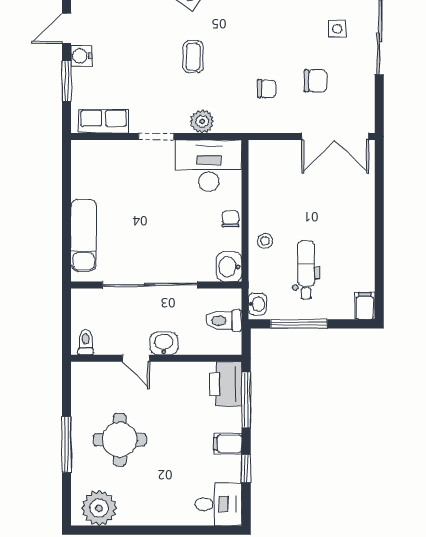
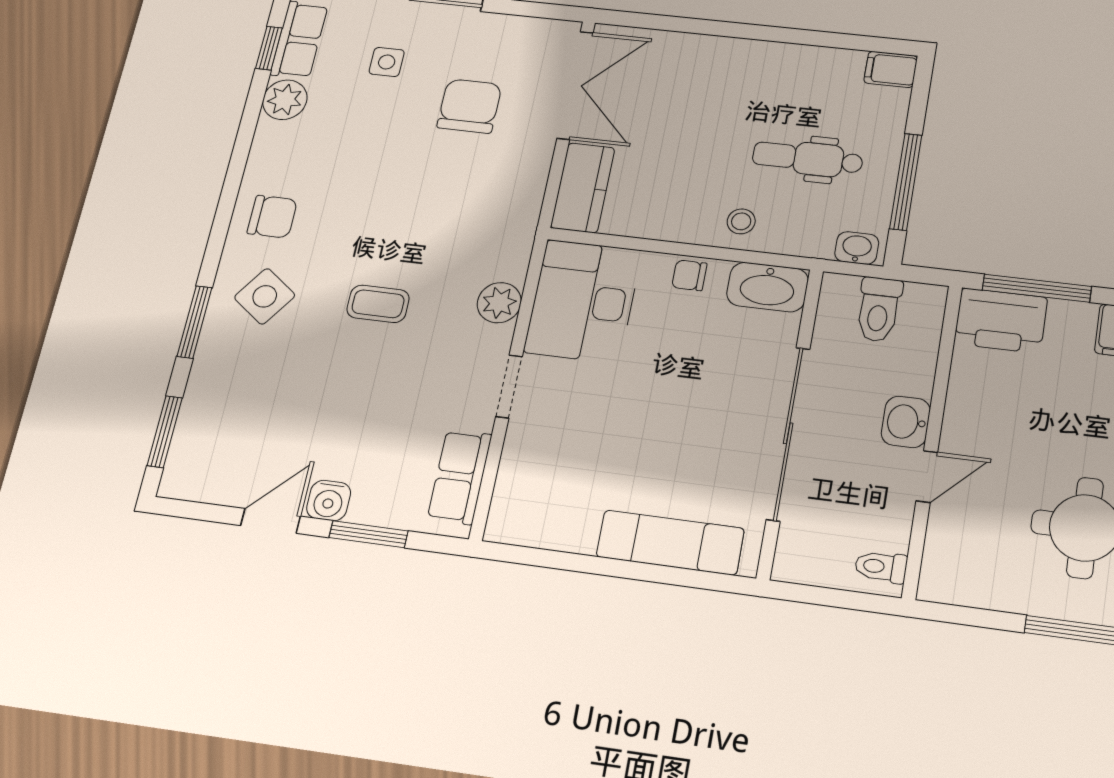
door: (66, 28) -> (270, 521), swing flipped
chair: (316, 81) -> (469, 106), width x1.37, depth x1.37
chair: (267, 89) -> (465, 187), removed
kitchen counter: (274, 153) -> (583, 188), added
washbasin: (229, 267) -> (767, 287), width x1.38

